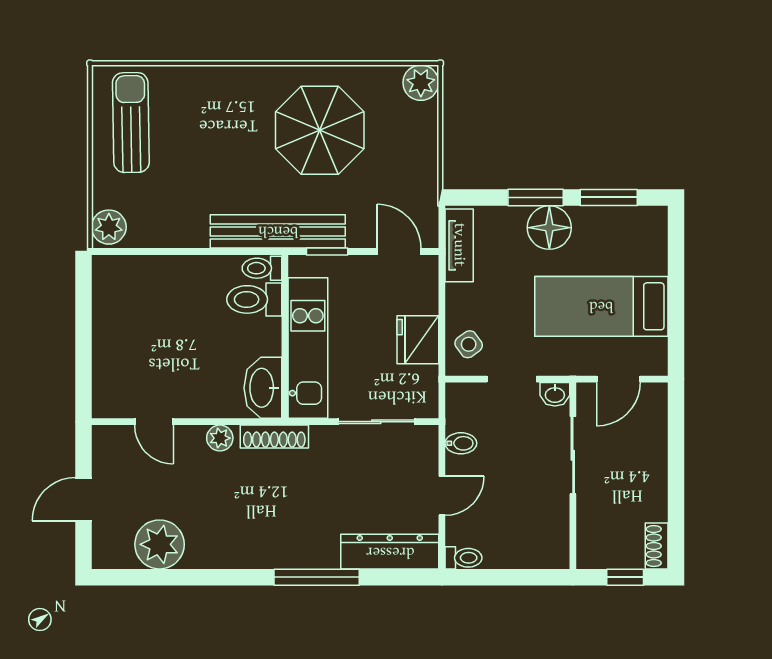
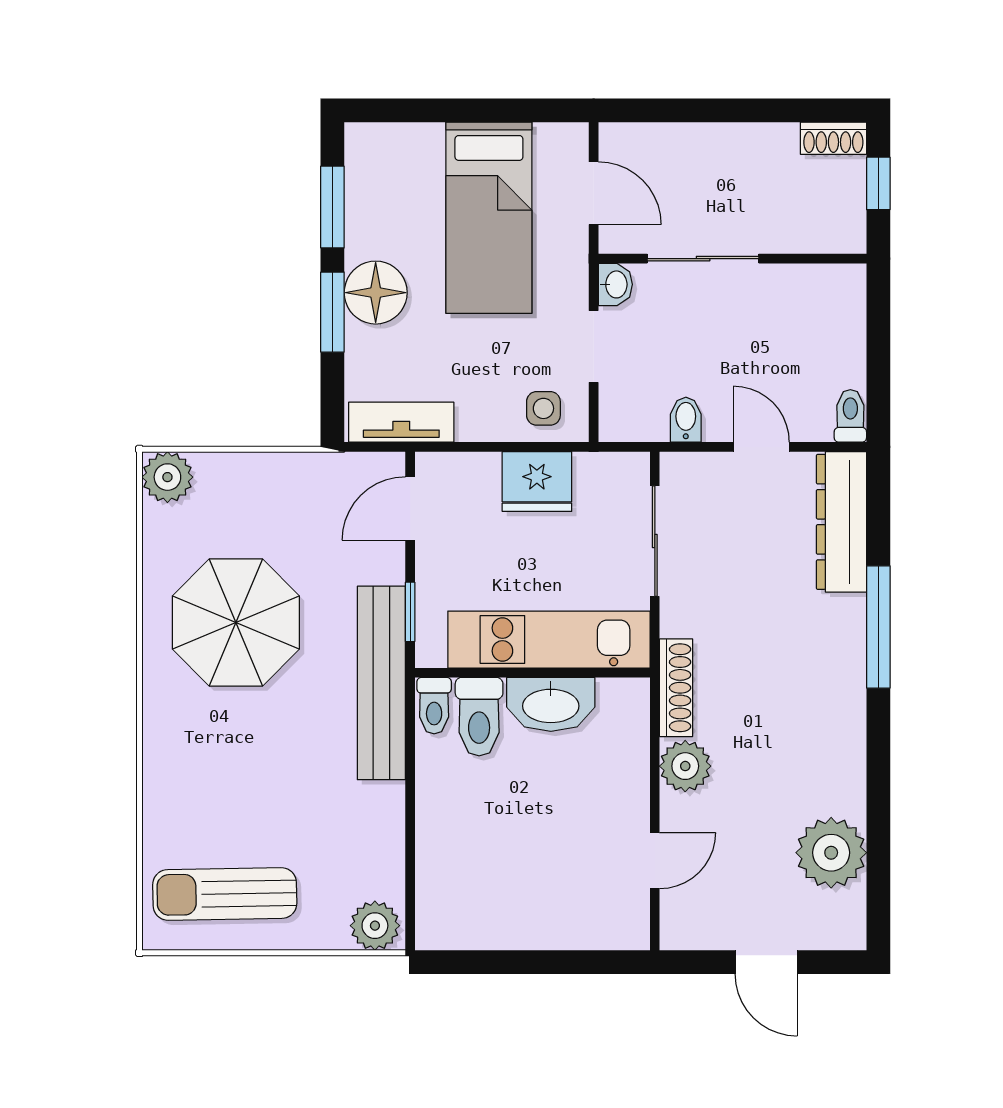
side table: (469, 344) -> (543, 408), turned 36
washbasin: (263, 388) -> (551, 704), moved
plant: (220, 438) -> (685, 766), width x1.38, depth x1.38

